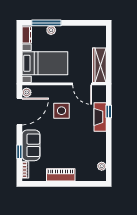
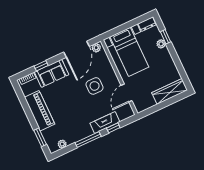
window: (46, 23) -> (166, 37), width x0.46
wardrobe: (99, 65) -> (170, 91), moved
door: (19, 112) -> (76, 49), hinge flipped
window: (109, 140) -> (88, 140), added
piano: (61, 175) -> (40, 111), width x1.37, depth x1.33
window: (86, 184) -> (40, 137), added

